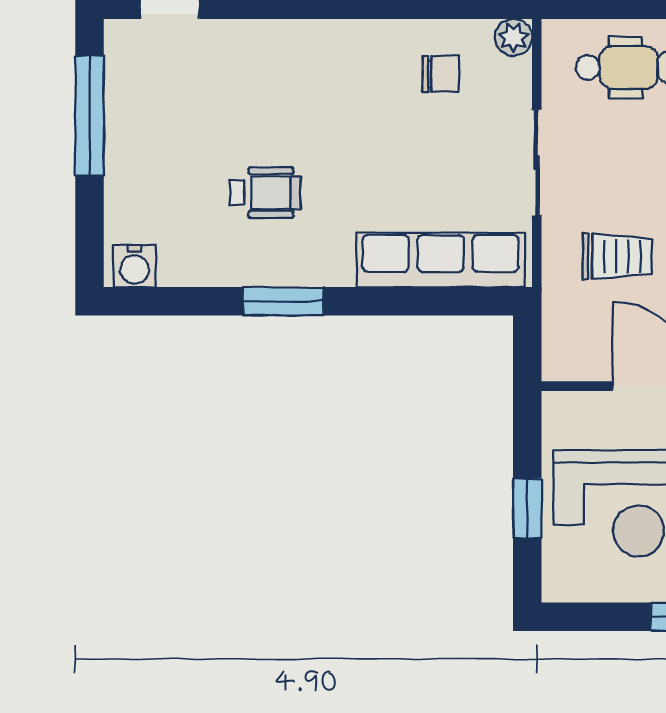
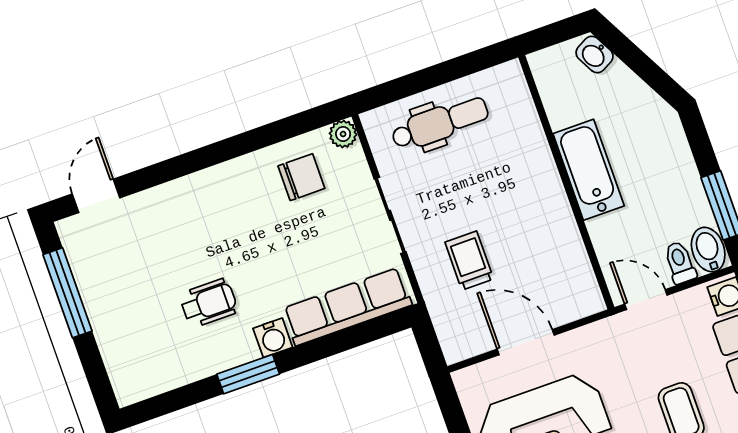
chair: (441, 74) -> (301, 177), width x1.37, depth x1.37
trolley: (617, 256) -> (469, 261), turned -90
water cooler: (135, 266) -> (273, 338), moved

